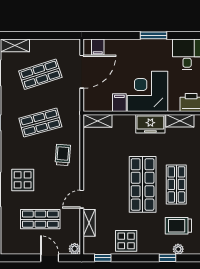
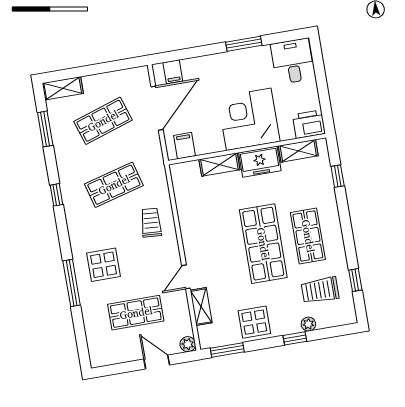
filing cabinet: (119, 103) -> (185, 146), moved
shelving: (97, 121) -> (219, 165), moved
plant: (178, 249) -> (308, 324), moved
window: (103, 258) -> (227, 350), width x1.50
window: (167, 258) -> (295, 338), moved

